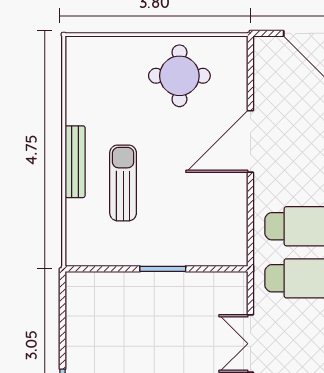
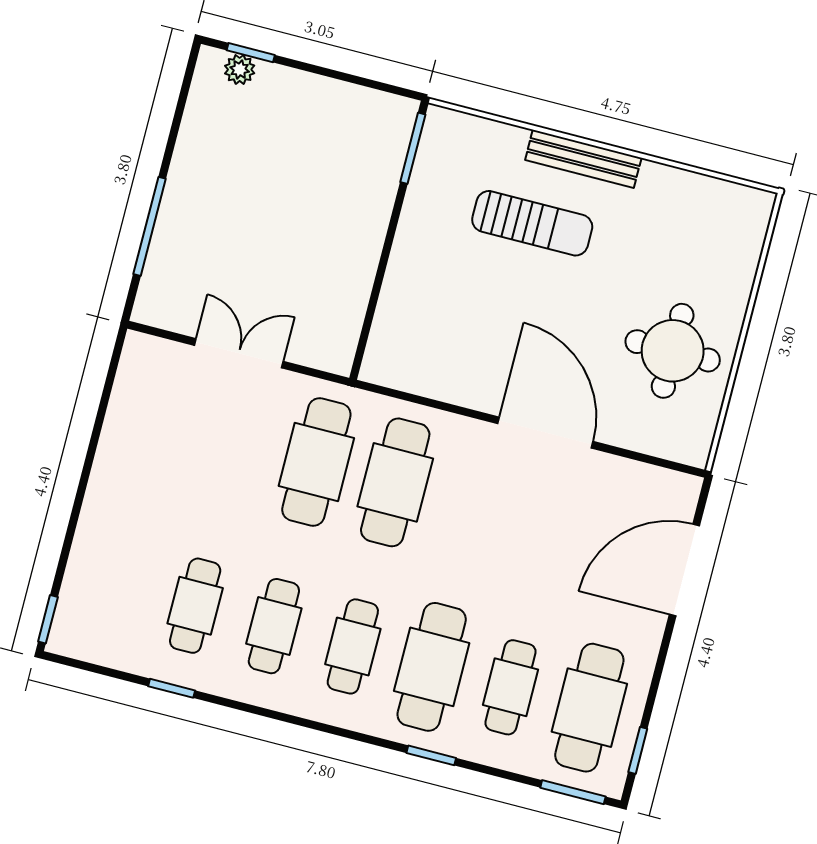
window: (163, 269) -> (413, 148), moved

